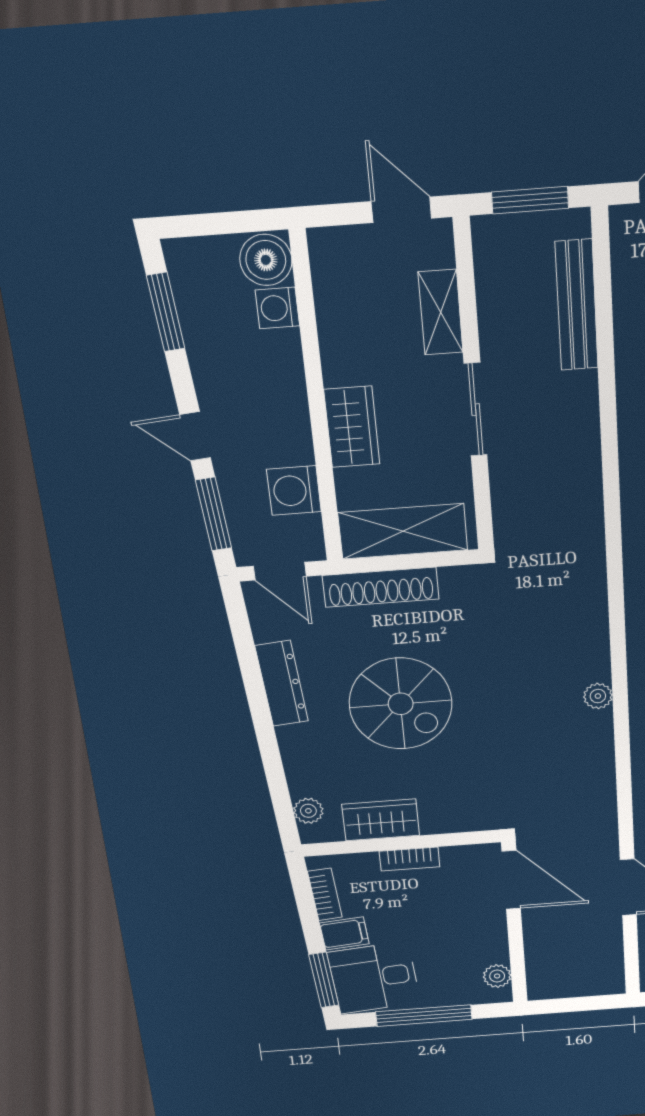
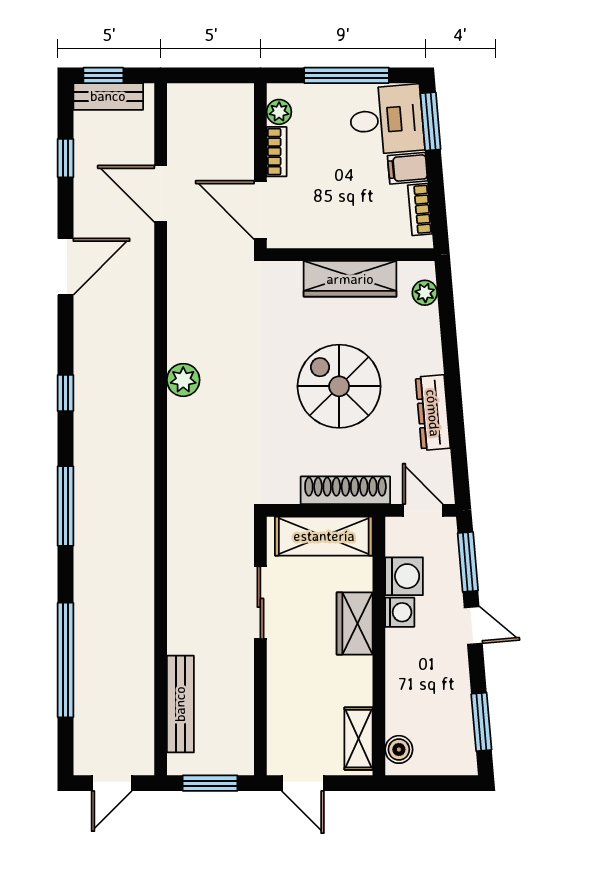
boiler: (266, 260) -> (399, 749), width x0.73, depth x0.73
washing machine: (277, 308) -> (400, 612), moved
shelving: (441, 312) -> (359, 739), moved
sliding door: (476, 410) -> (260, 603), moved
plant: (598, 696) -> (183, 380), width x1.38, depth x1.38
wardrobe: (381, 820) -> (350, 279), width x1.50
bookcase: (410, 859) -> (277, 152), moved, turned 90

